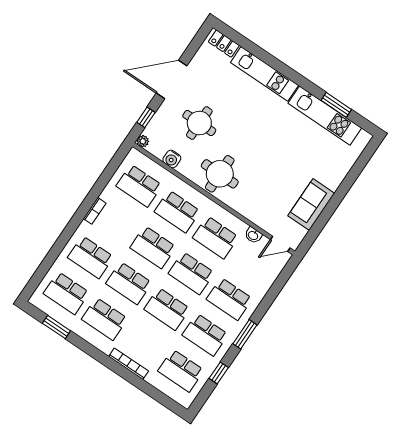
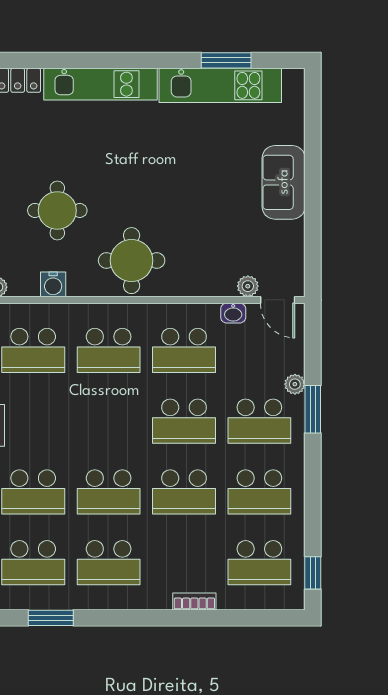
sofa: (311, 204) -> (284, 182), moved
plant: (270, 227) -> (248, 286), added
door: (280, 244) -> (278, 300), hinge flipped
school desk: (153, 247) -> (109, 421), removed
plant: (260, 292) -> (295, 384), added
window: (245, 334) -> (313, 409), moved
bookcase: (129, 364) -> (194, 601), width x0.64
window: (219, 373) -> (313, 573), moved

